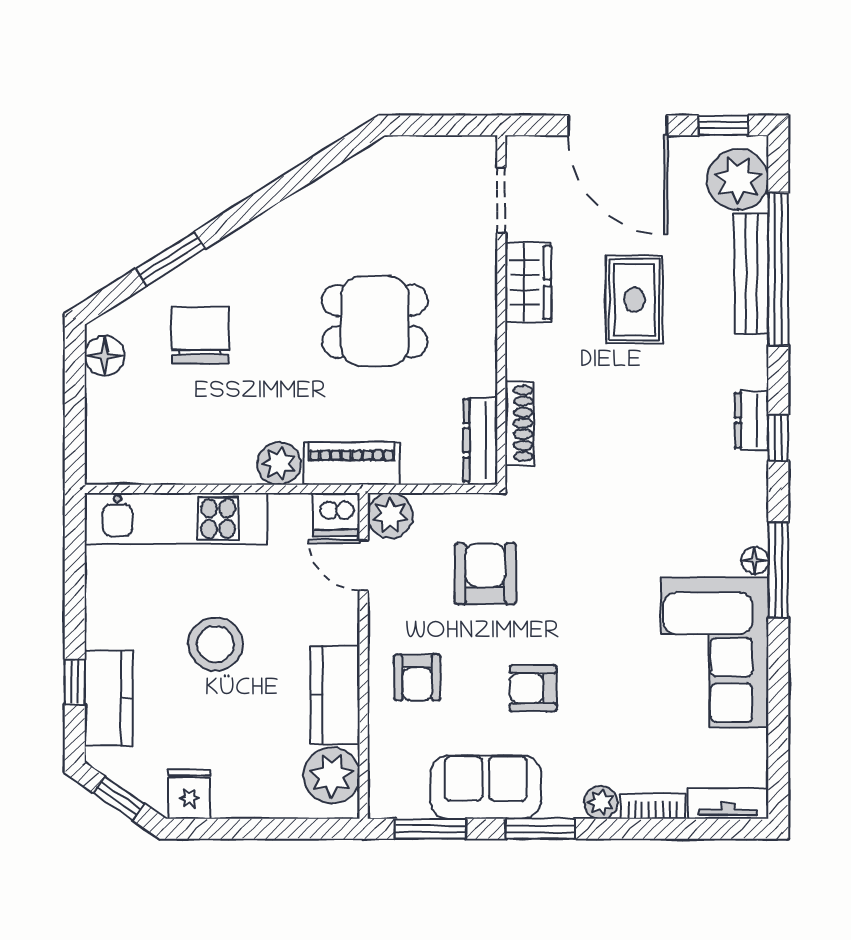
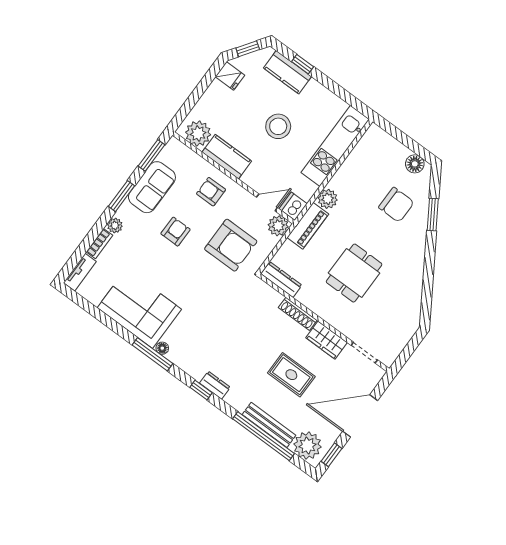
shoe rack: (519, 423) -> (298, 314), moved
armchair: (485, 574) -> (231, 245), width x1.36, depth x1.36

